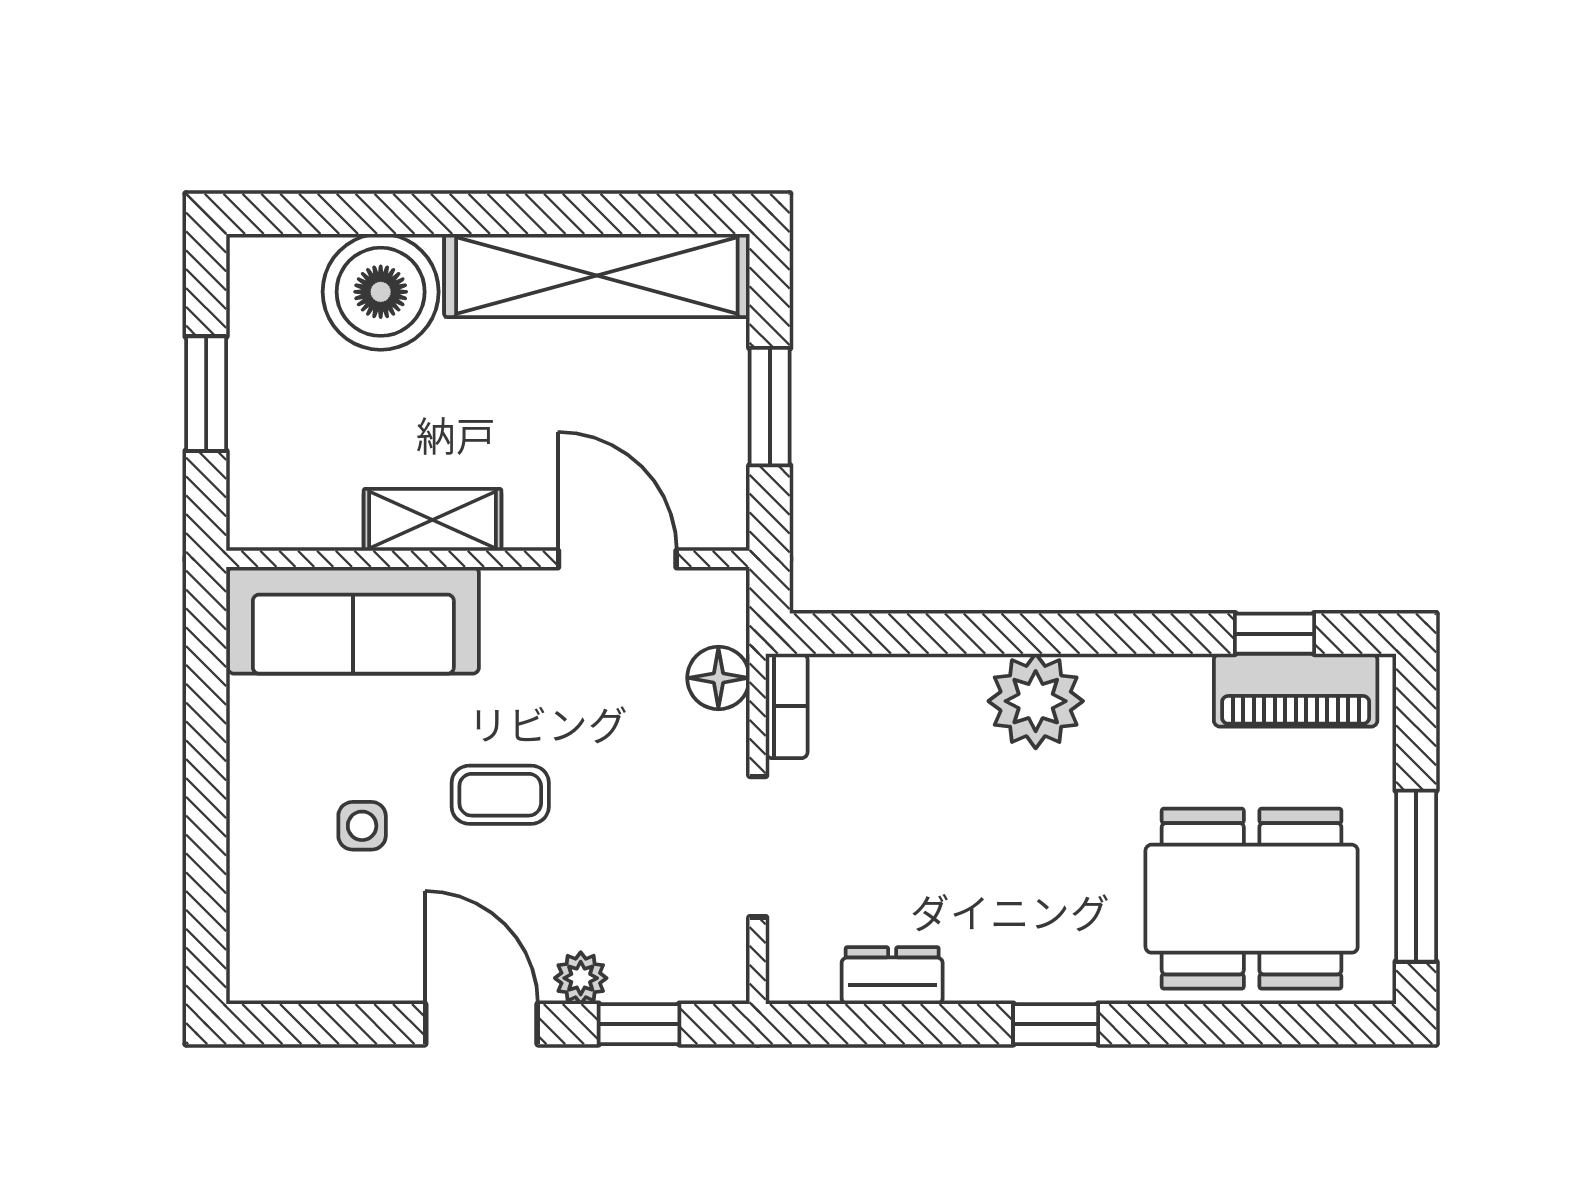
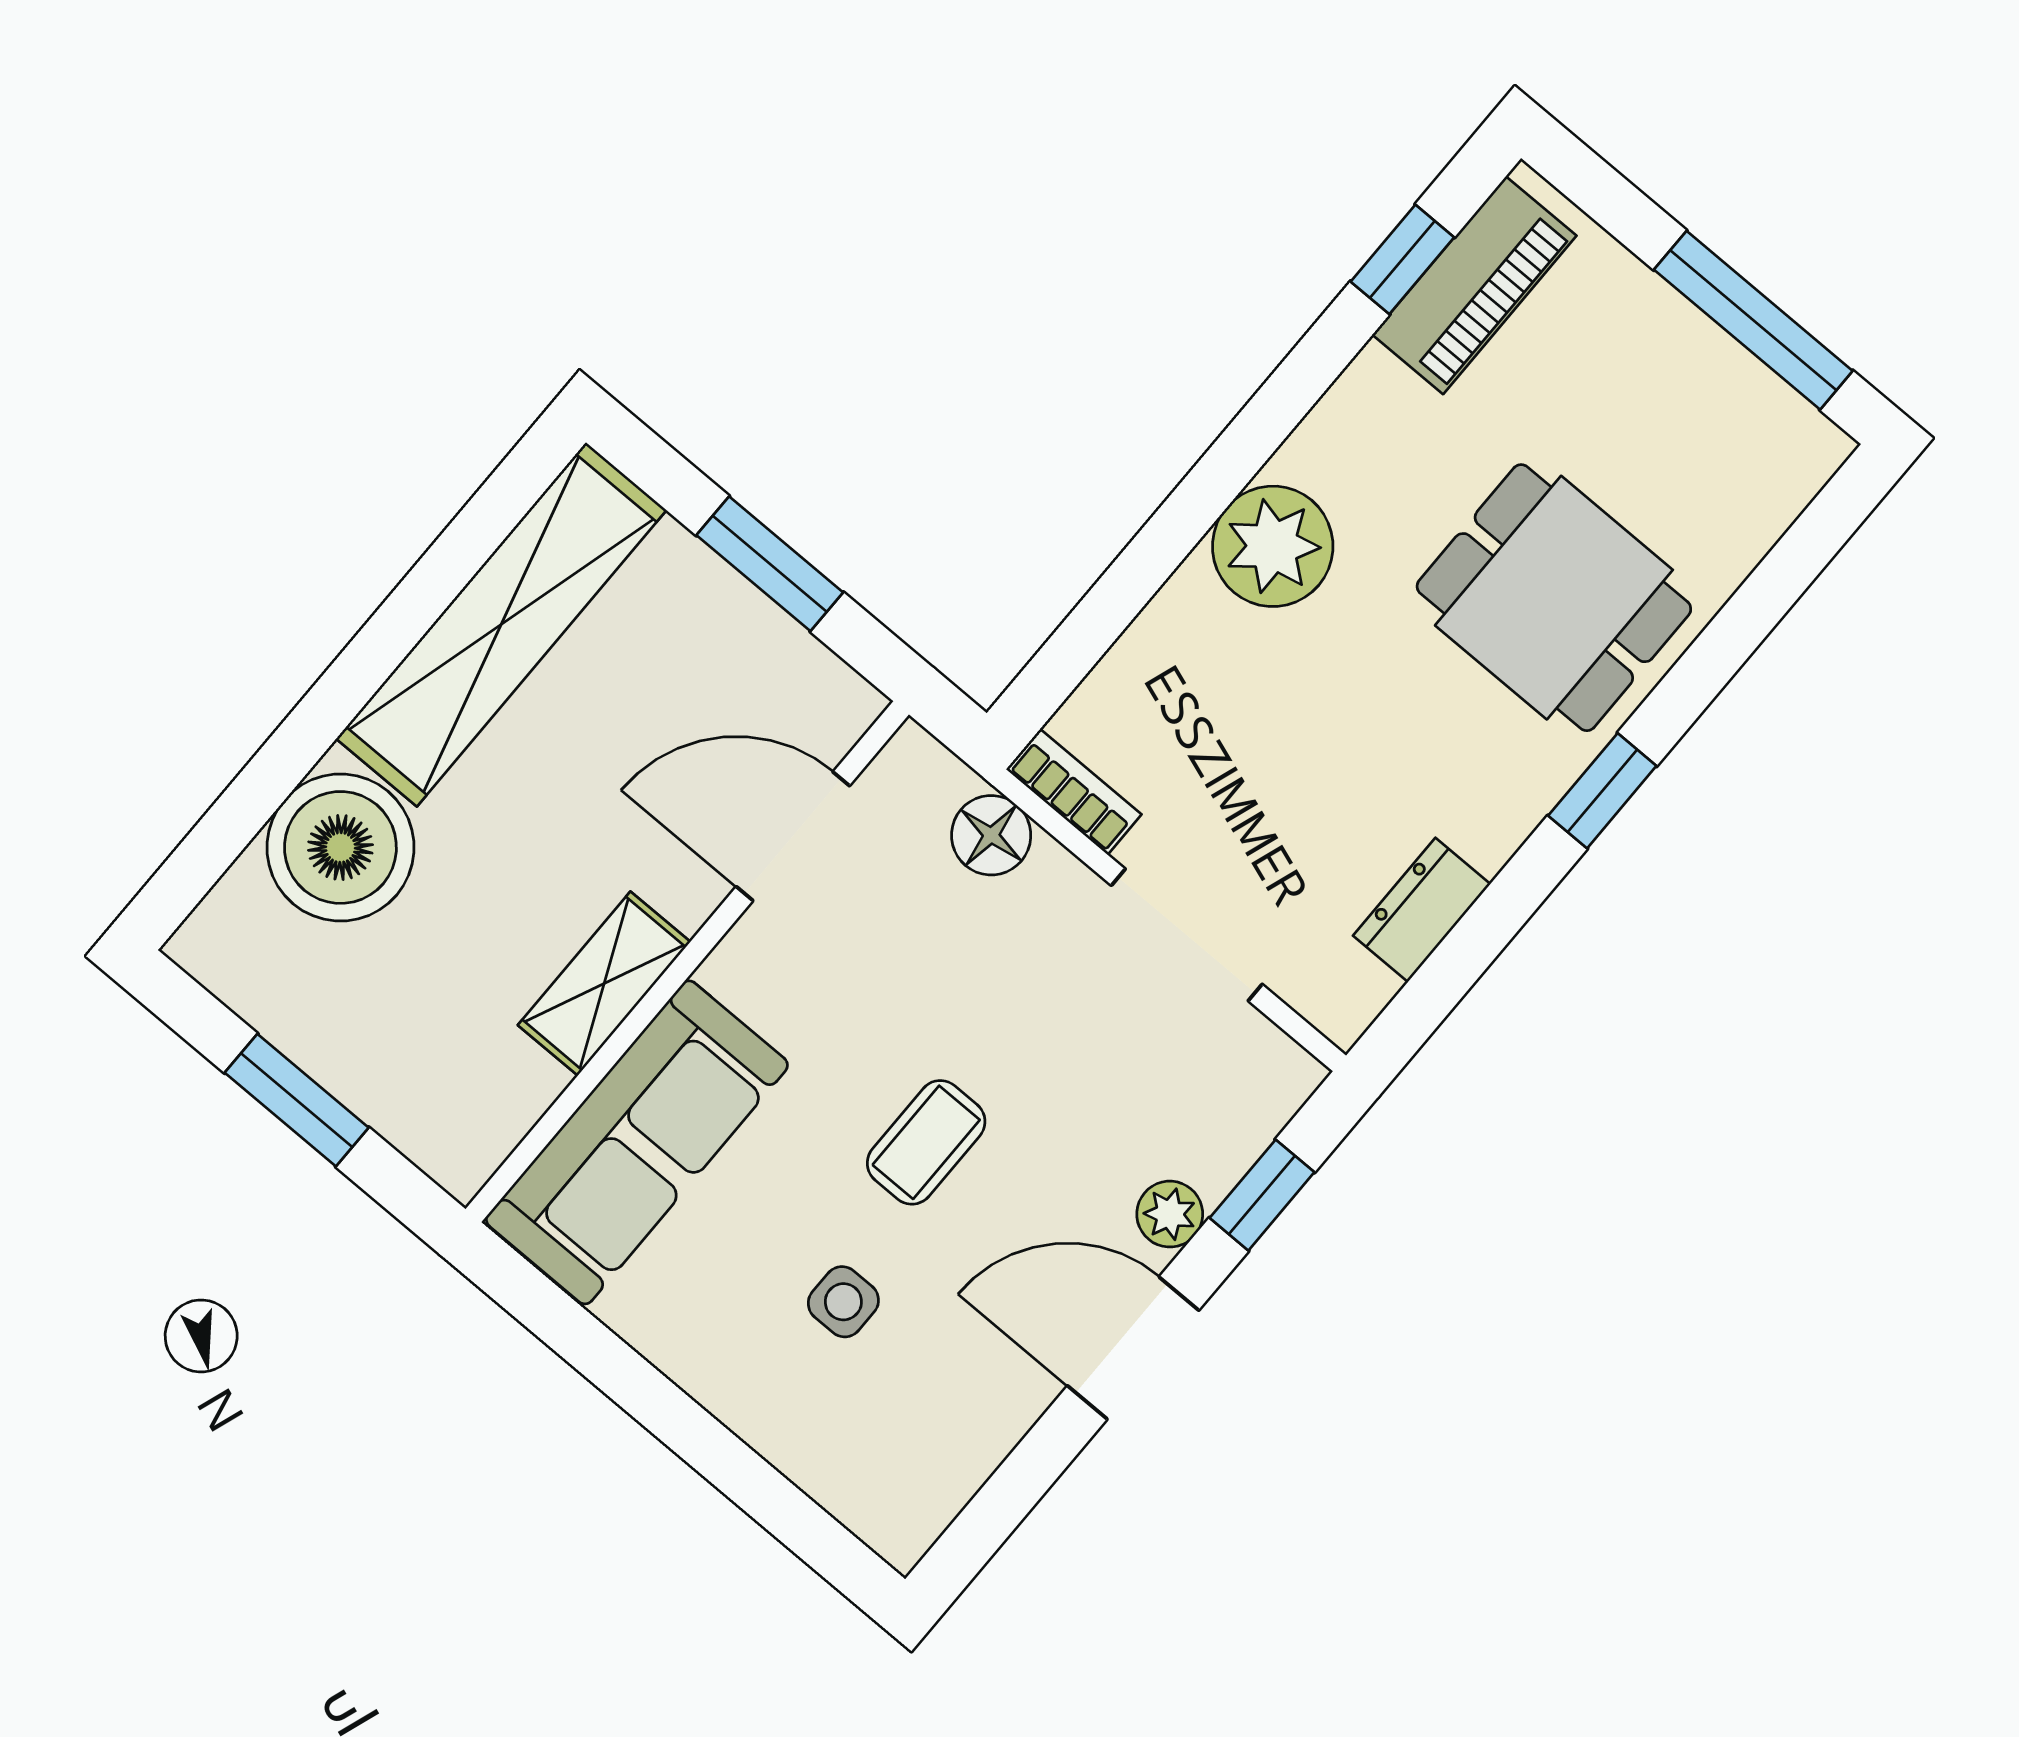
dining table: (1252, 899) -> (1554, 598), moved, width x0.73

